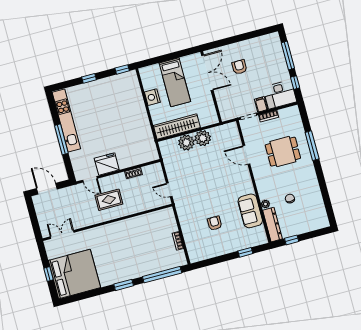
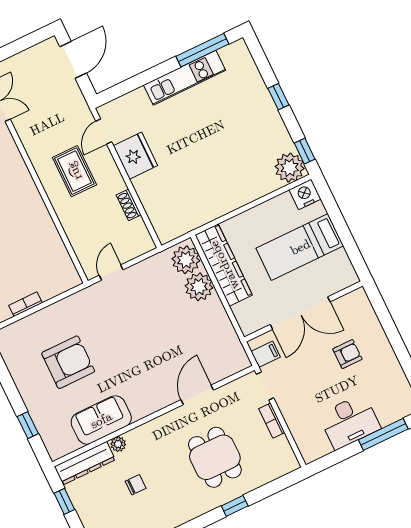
double door: (207, 73) -> (300, 313), moved
plant: (130, 80) -> (290, 168), added
window: (295, 83) -> (339, 456), removed
desk: (280, 95) -> (350, 422), moved, turned -90
nightstand: (152, 97) -> (305, 194), moved
filing cabinet: (261, 104) -> (266, 354), moved
kitchen unit: (66, 121) -> (185, 78), width x0.73
plant: (203, 138) -> (186, 260), moved
window: (61, 139) -> (202, 50), moved
window: (312, 146) -> (235, 506), width x0.46
armchair: (215, 223) -> (68, 362), width x1.88, depth x1.88

